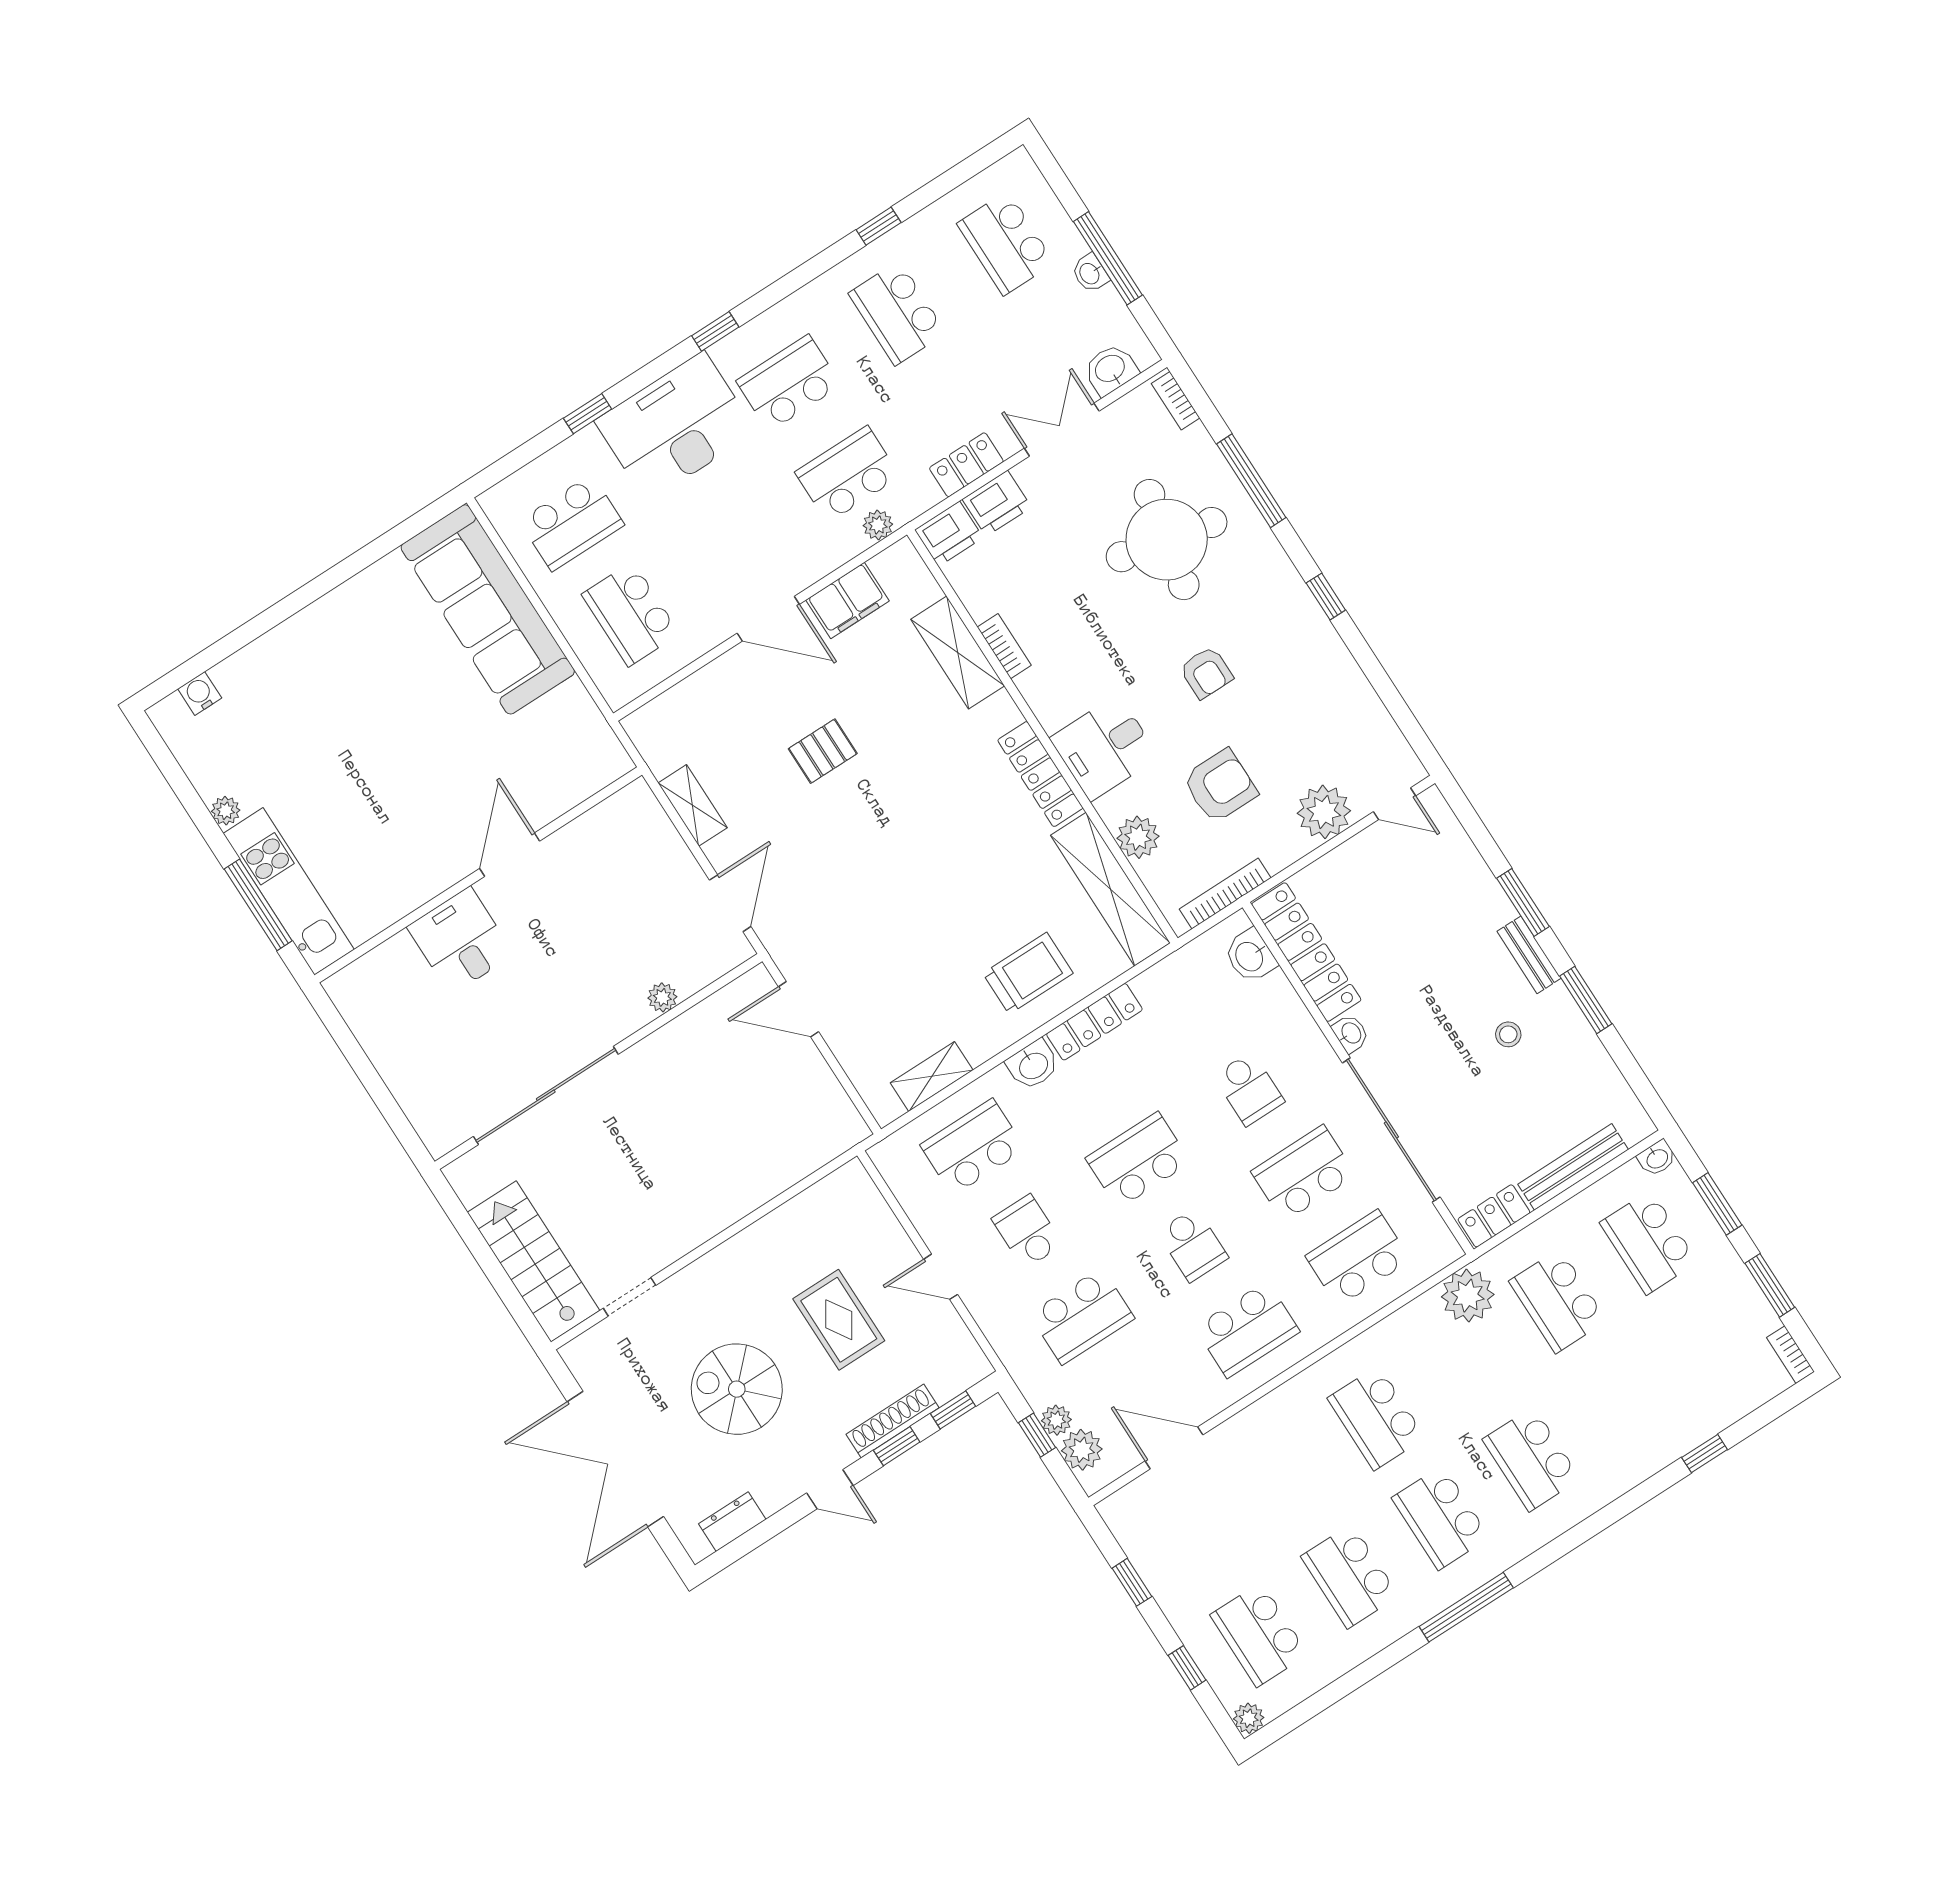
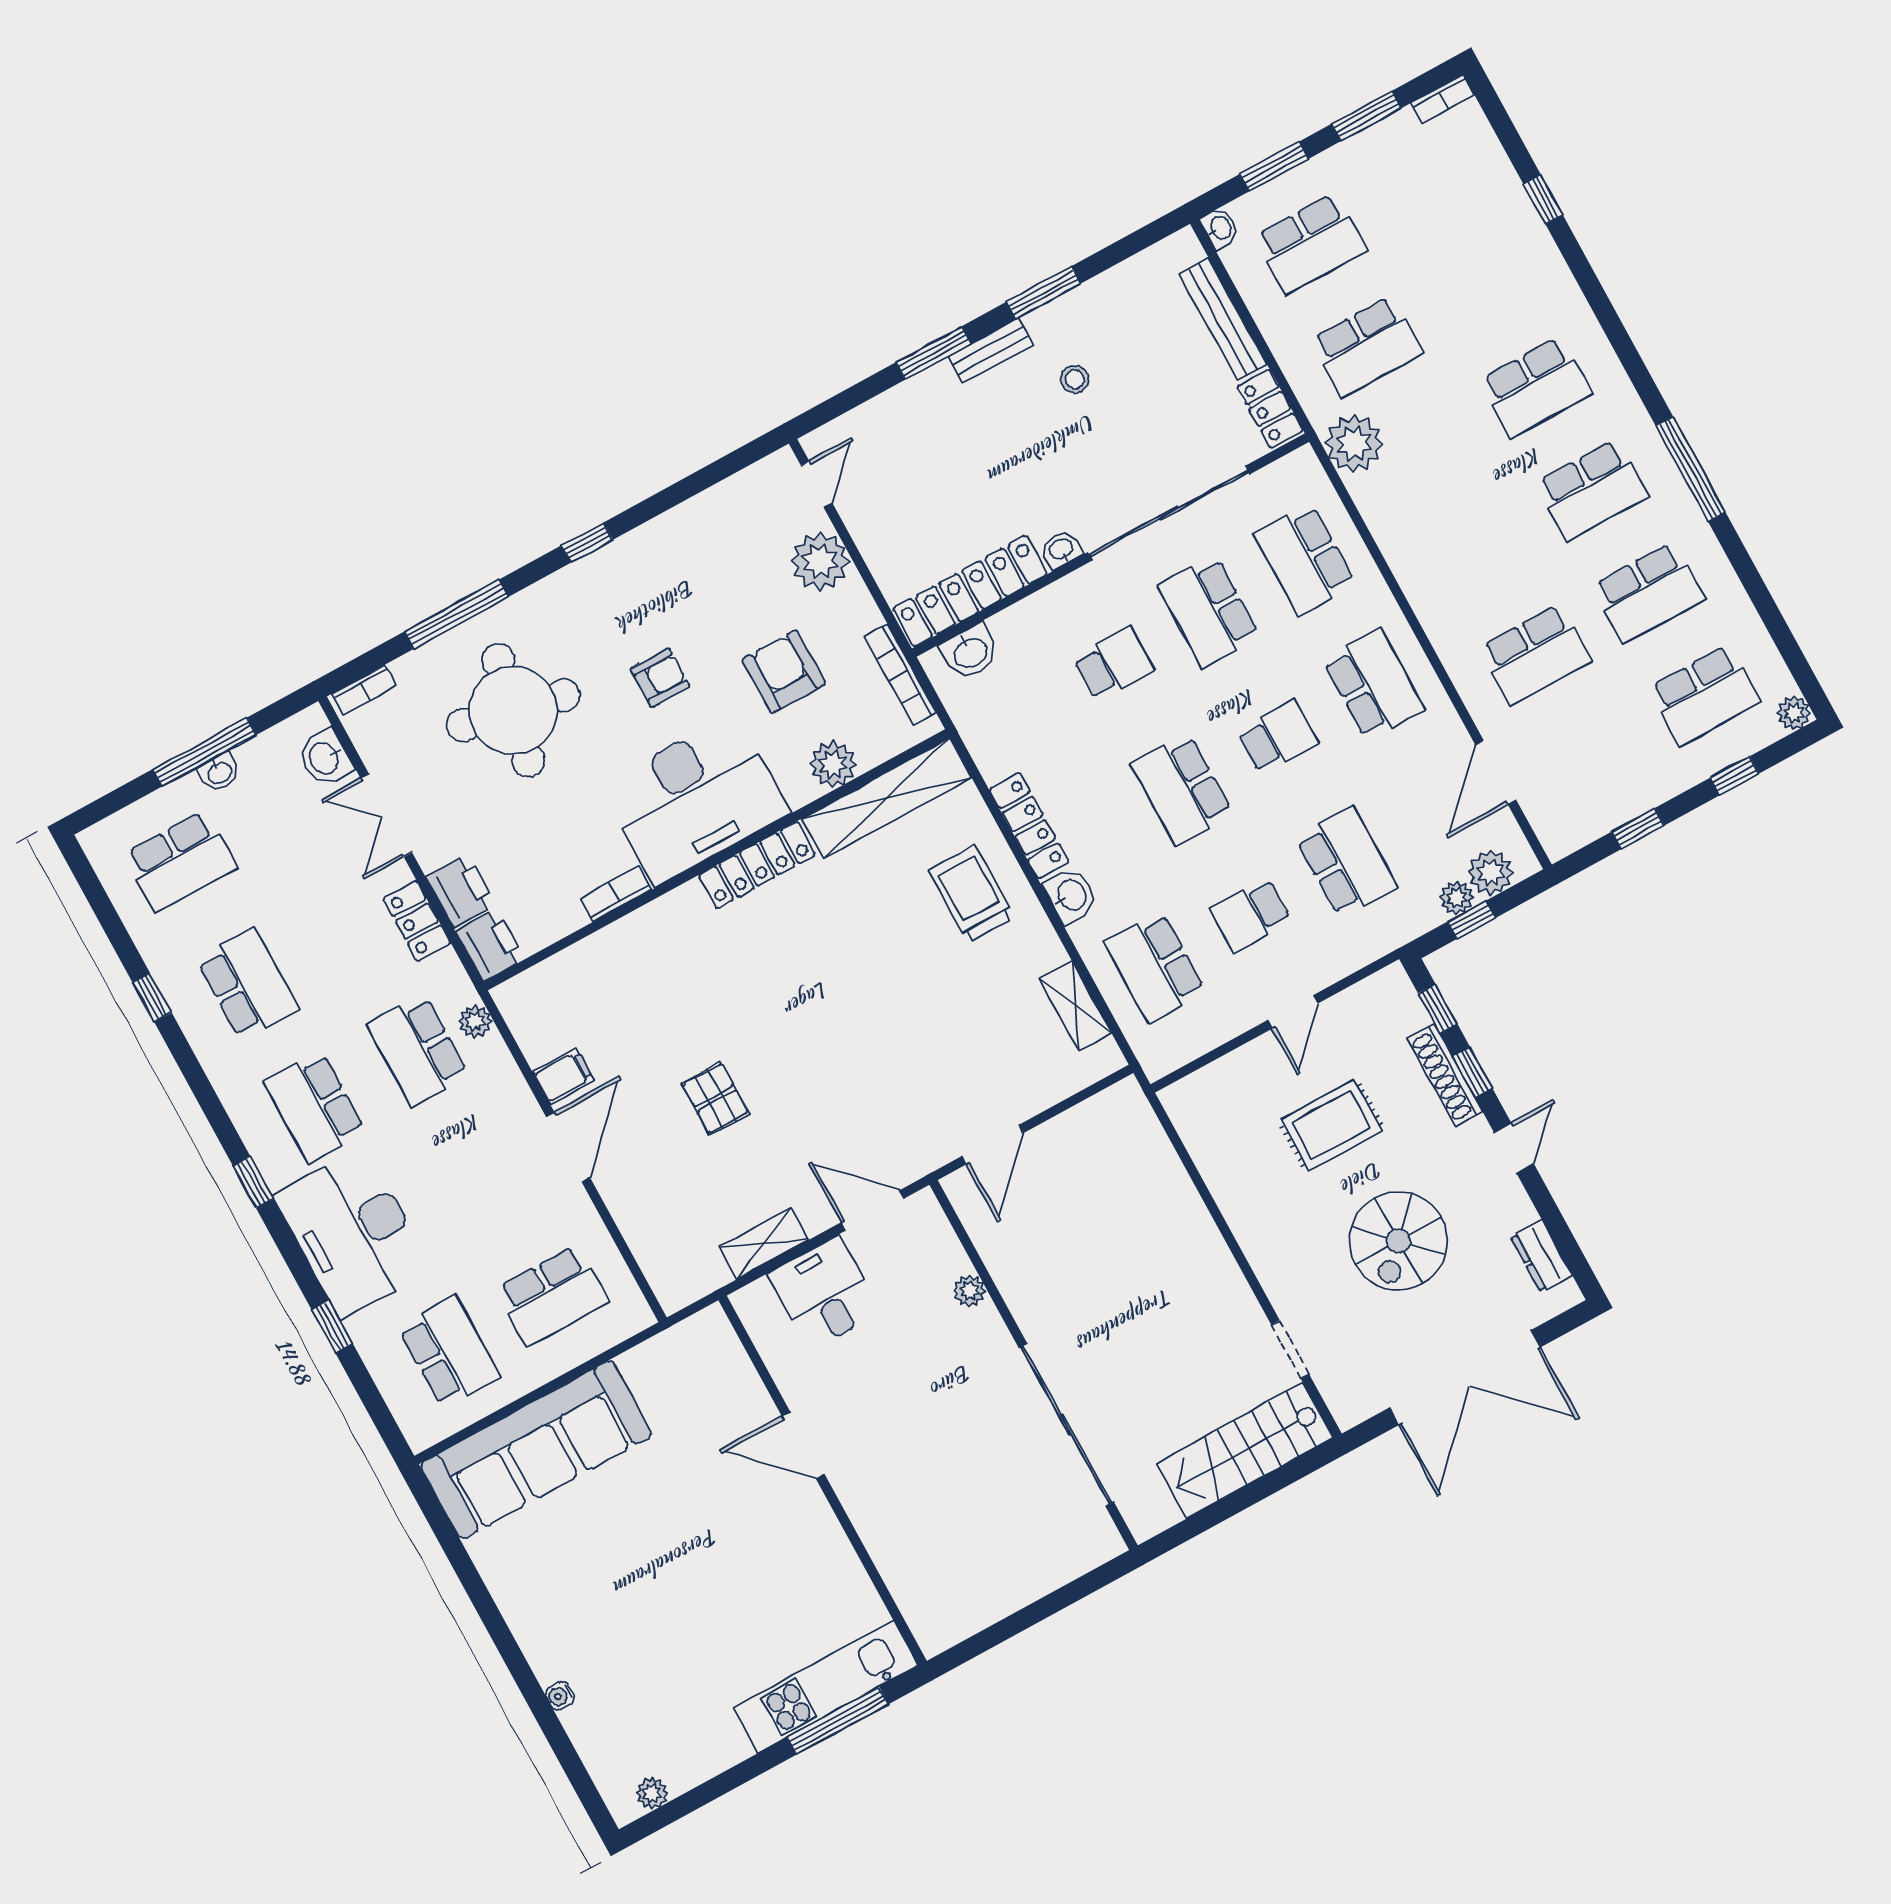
school desk: (897, 313) -> (248, 984), turned -90
filing cabinet: (848, 600) -> (563, 1076), width x0.50
shelving: (958, 653) -> (619, 945), removed
water cooler: (200, 693) -> (560, 1696), moved, width x0.72, depth x0.72
desk: (1104, 748) -> (695, 799), width x1.87, depth x1.30
plant: (226, 811) -> (652, 1793), moved
desk: (461, 941) -> (824, 1293), moved, turned 90
school desk: (1376, 1418) -> (1535, 654), moved

